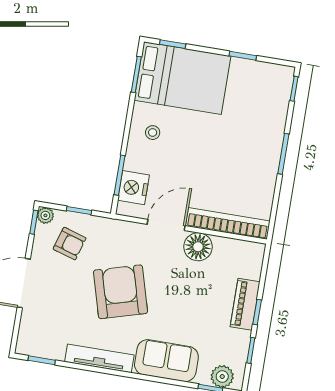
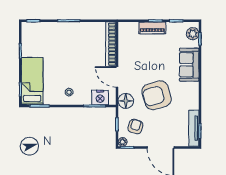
bed: (182, 78) -> (32, 81), width x0.67
floor lamp: (198, 247) -> (126, 101), moved
tv unit: (99, 358) -> (194, 128), moved

